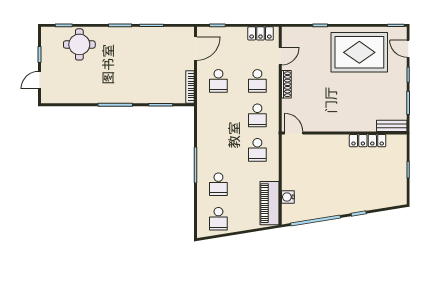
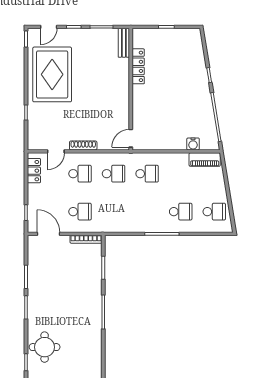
door: (280, 56) -> (56, 151), swing flipped
piano: (270, 203) -> (205, 160), width x0.73, depth x0.75

